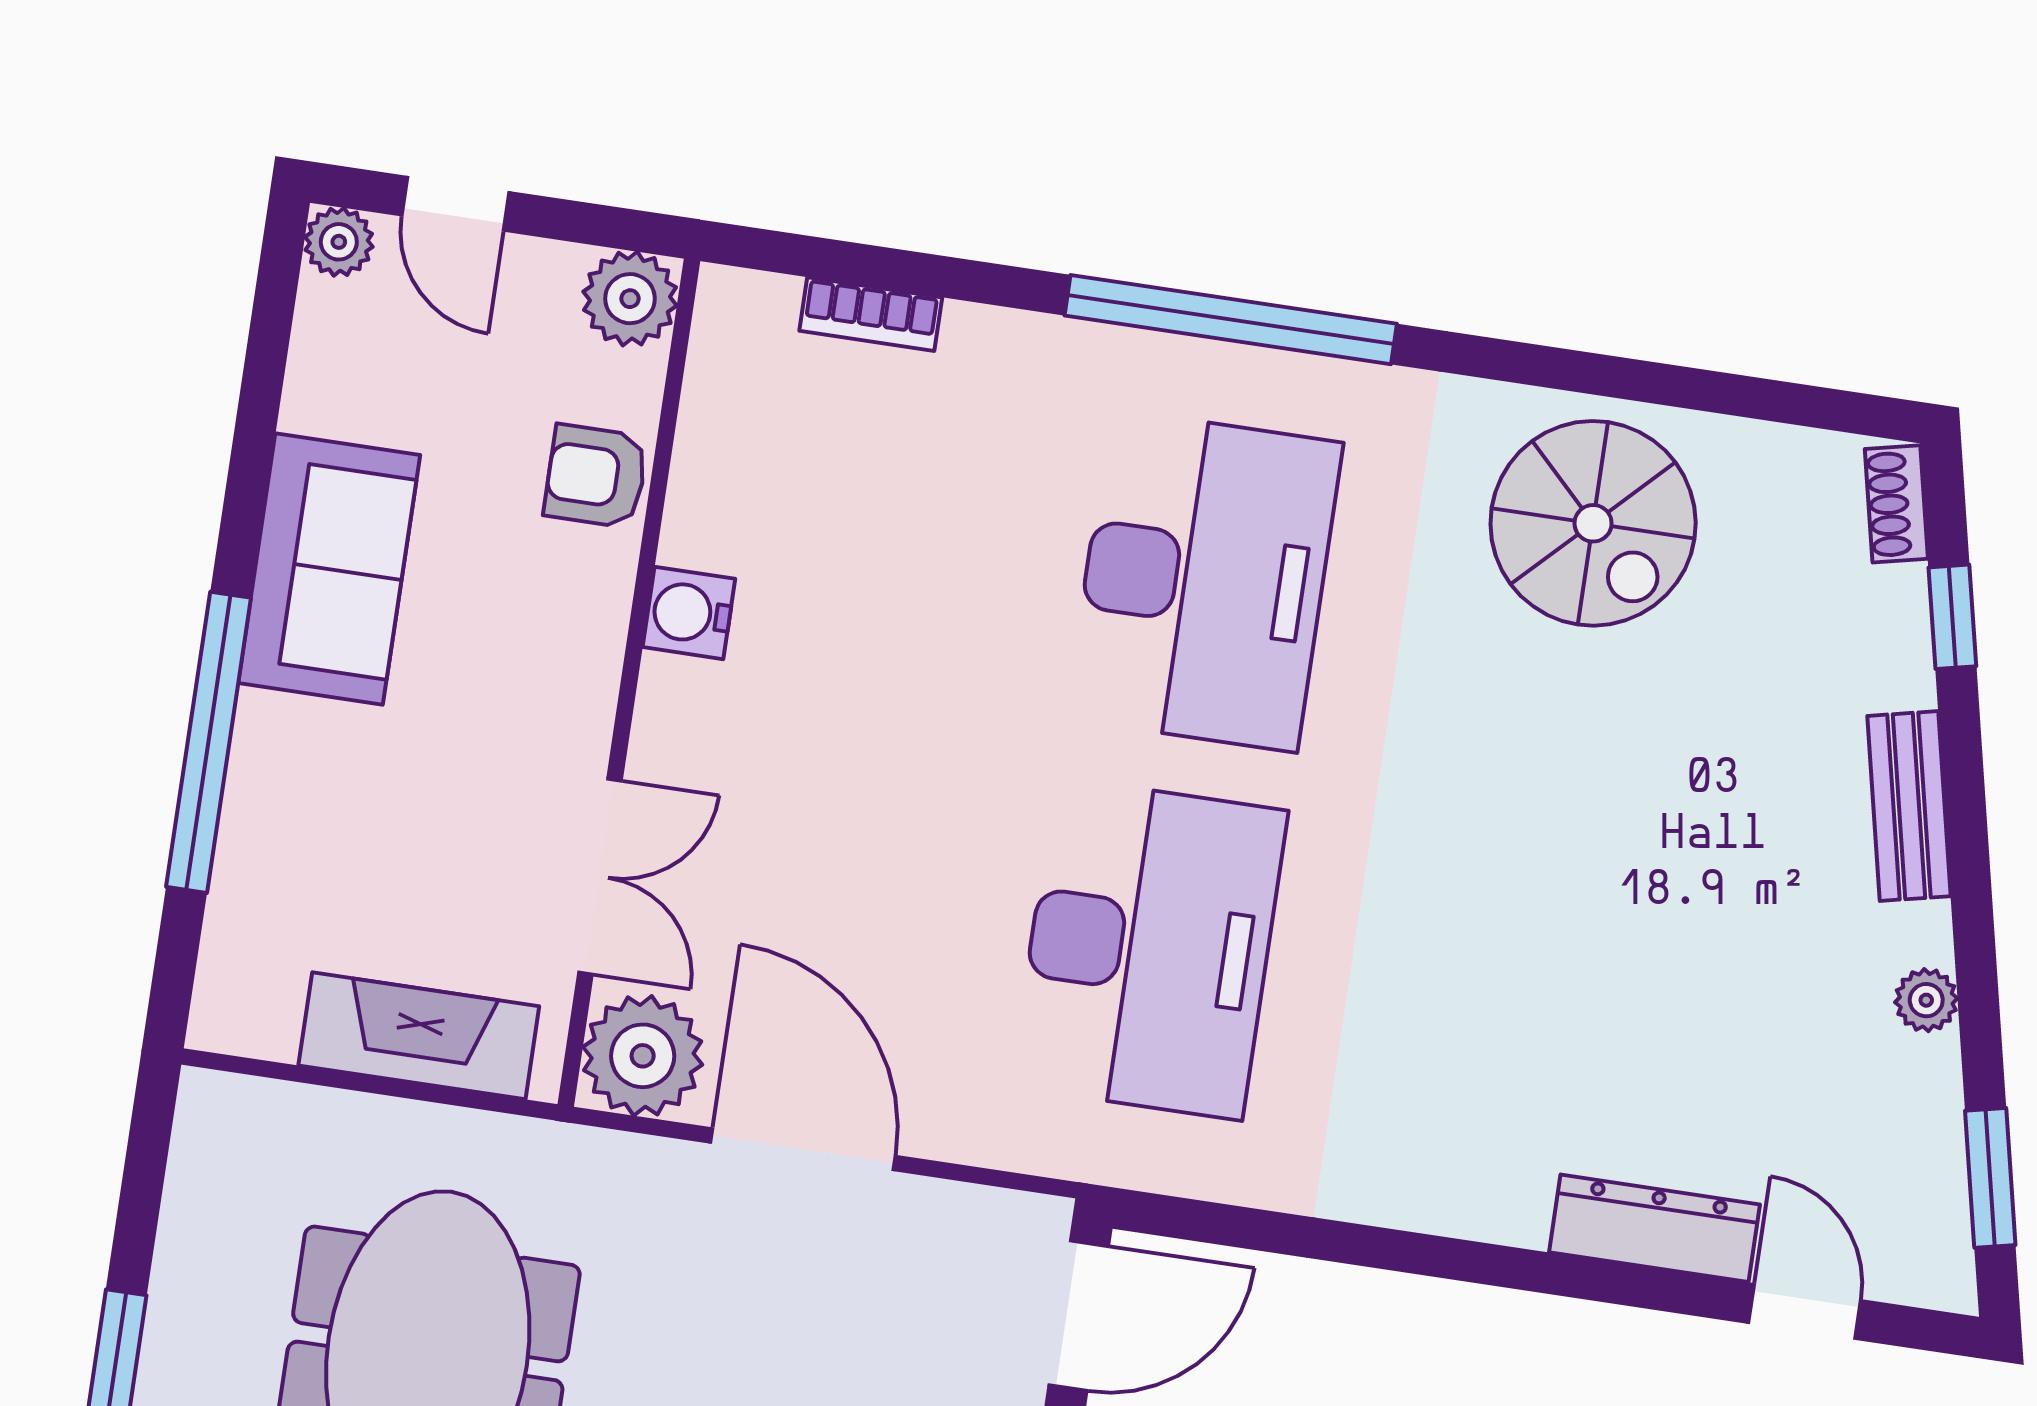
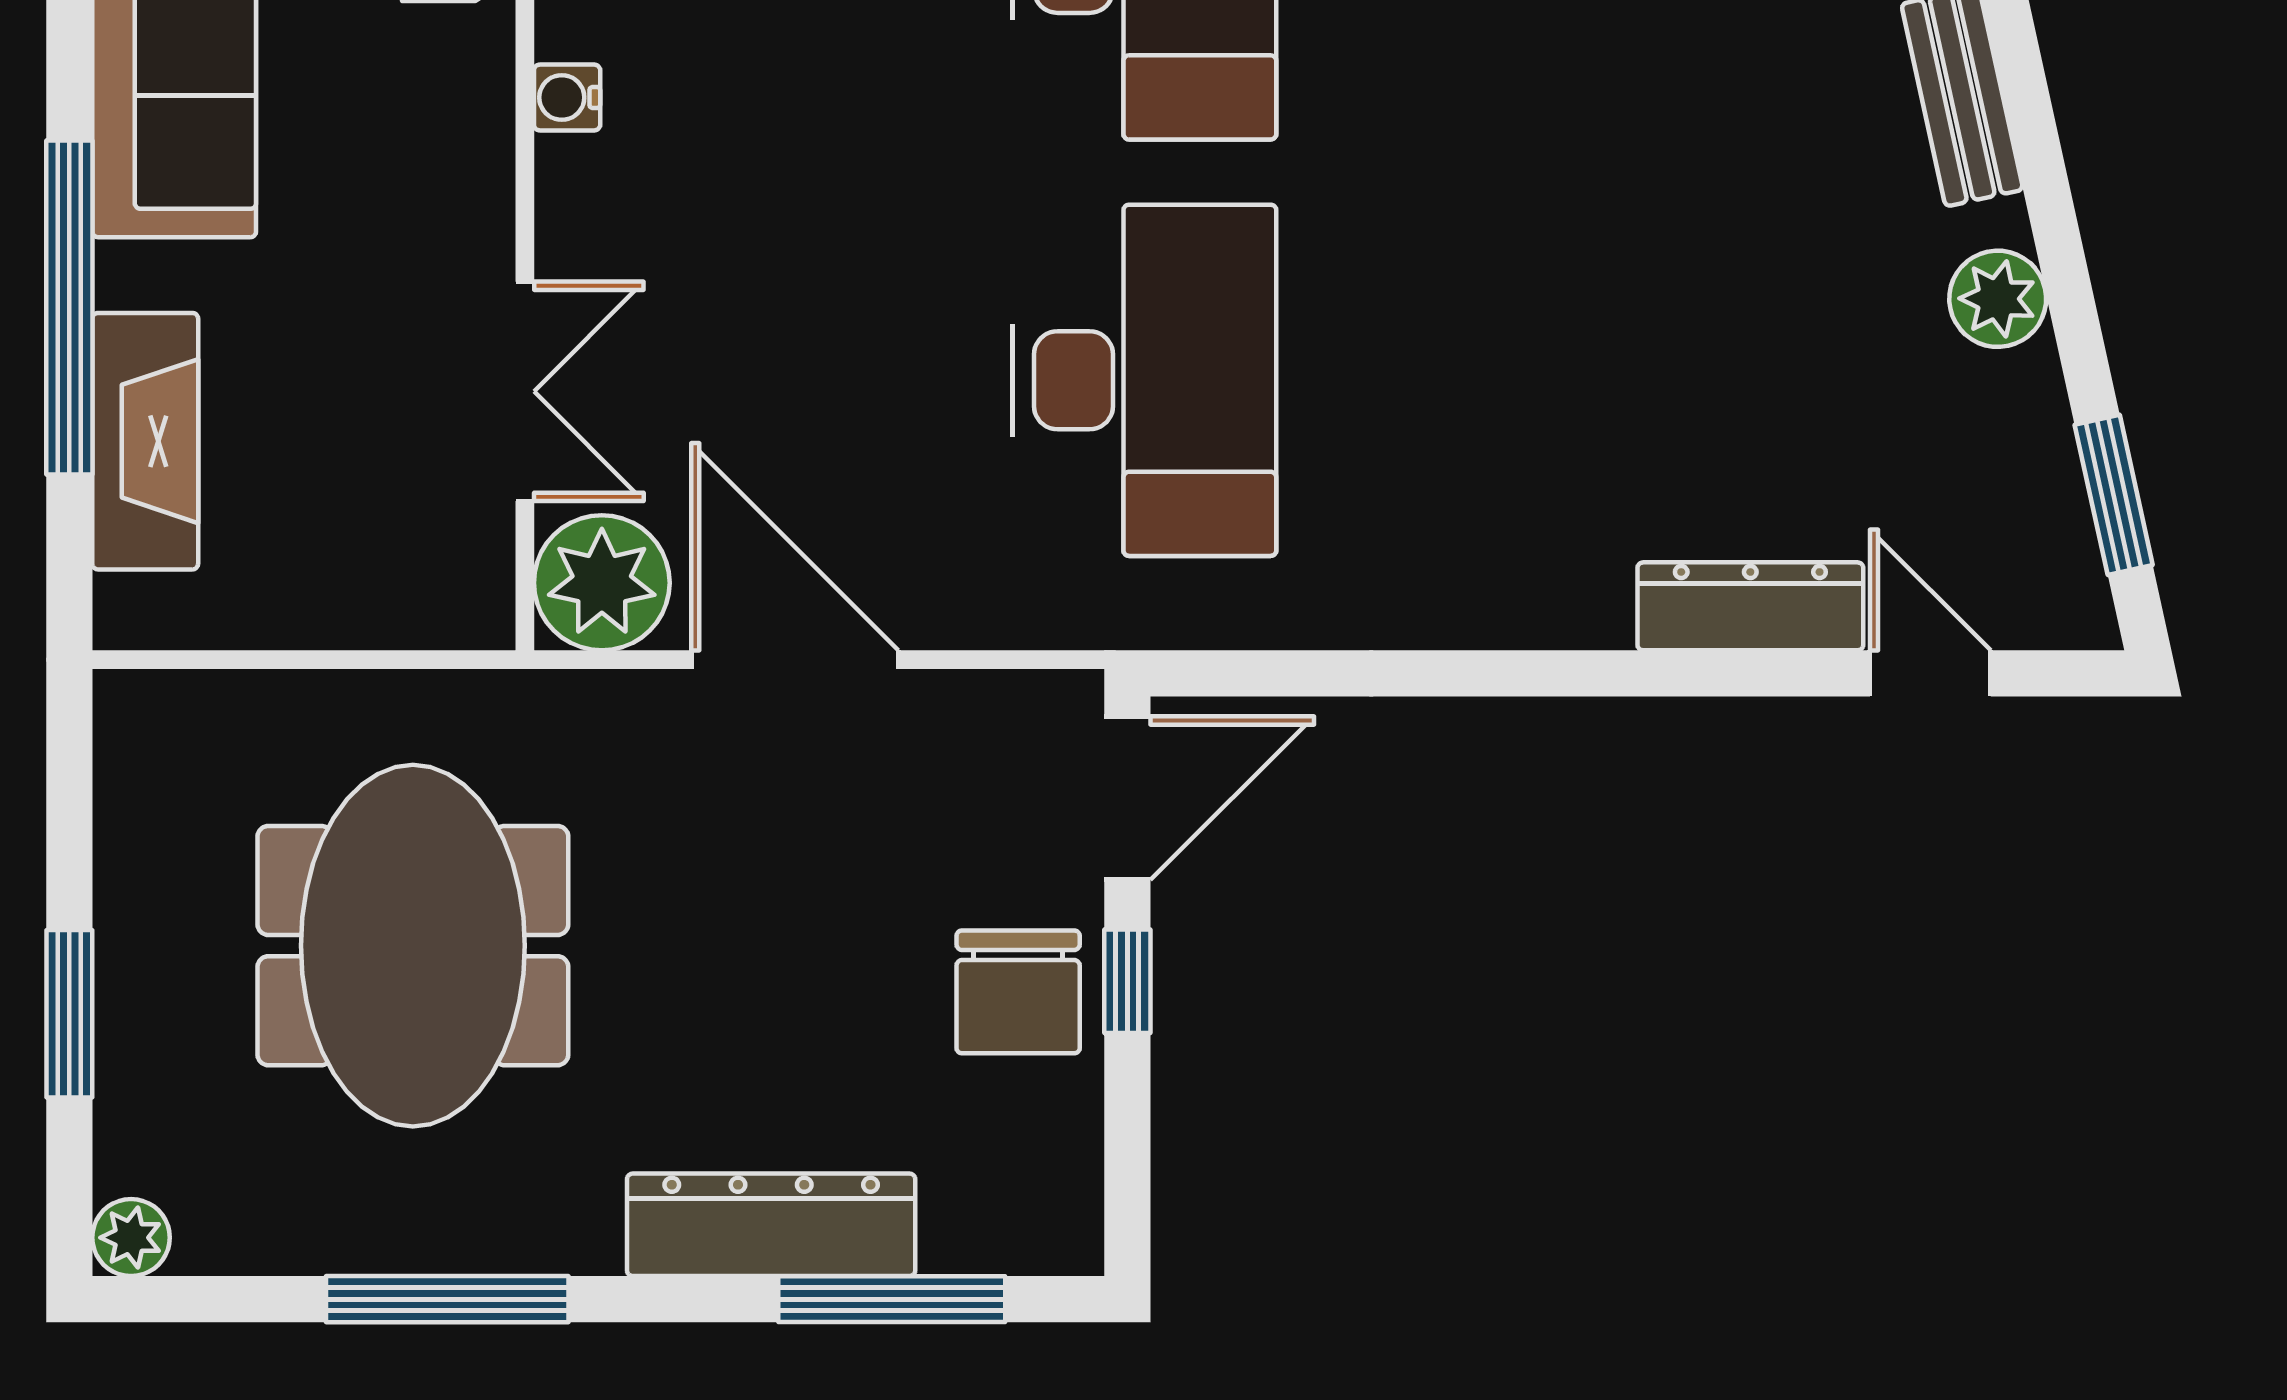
water cooler: (689, 613) -> (567, 97), width x0.72, depth x0.72
plant: (1926, 1000) -> (1998, 299), width x1.38, depth x1.38
fireplace: (419, 1036) -> (145, 441), moved, turned 90

